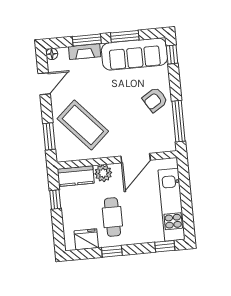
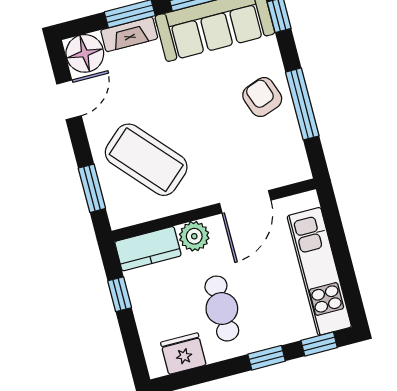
floor lamp: (52, 54) -> (85, 53), width x1.89, depth x1.89
armchair: (155, 100) -> (262, 97), turned 102
window: (179, 121) -> (302, 104), moved
window: (112, 251) -> (267, 358), moved

